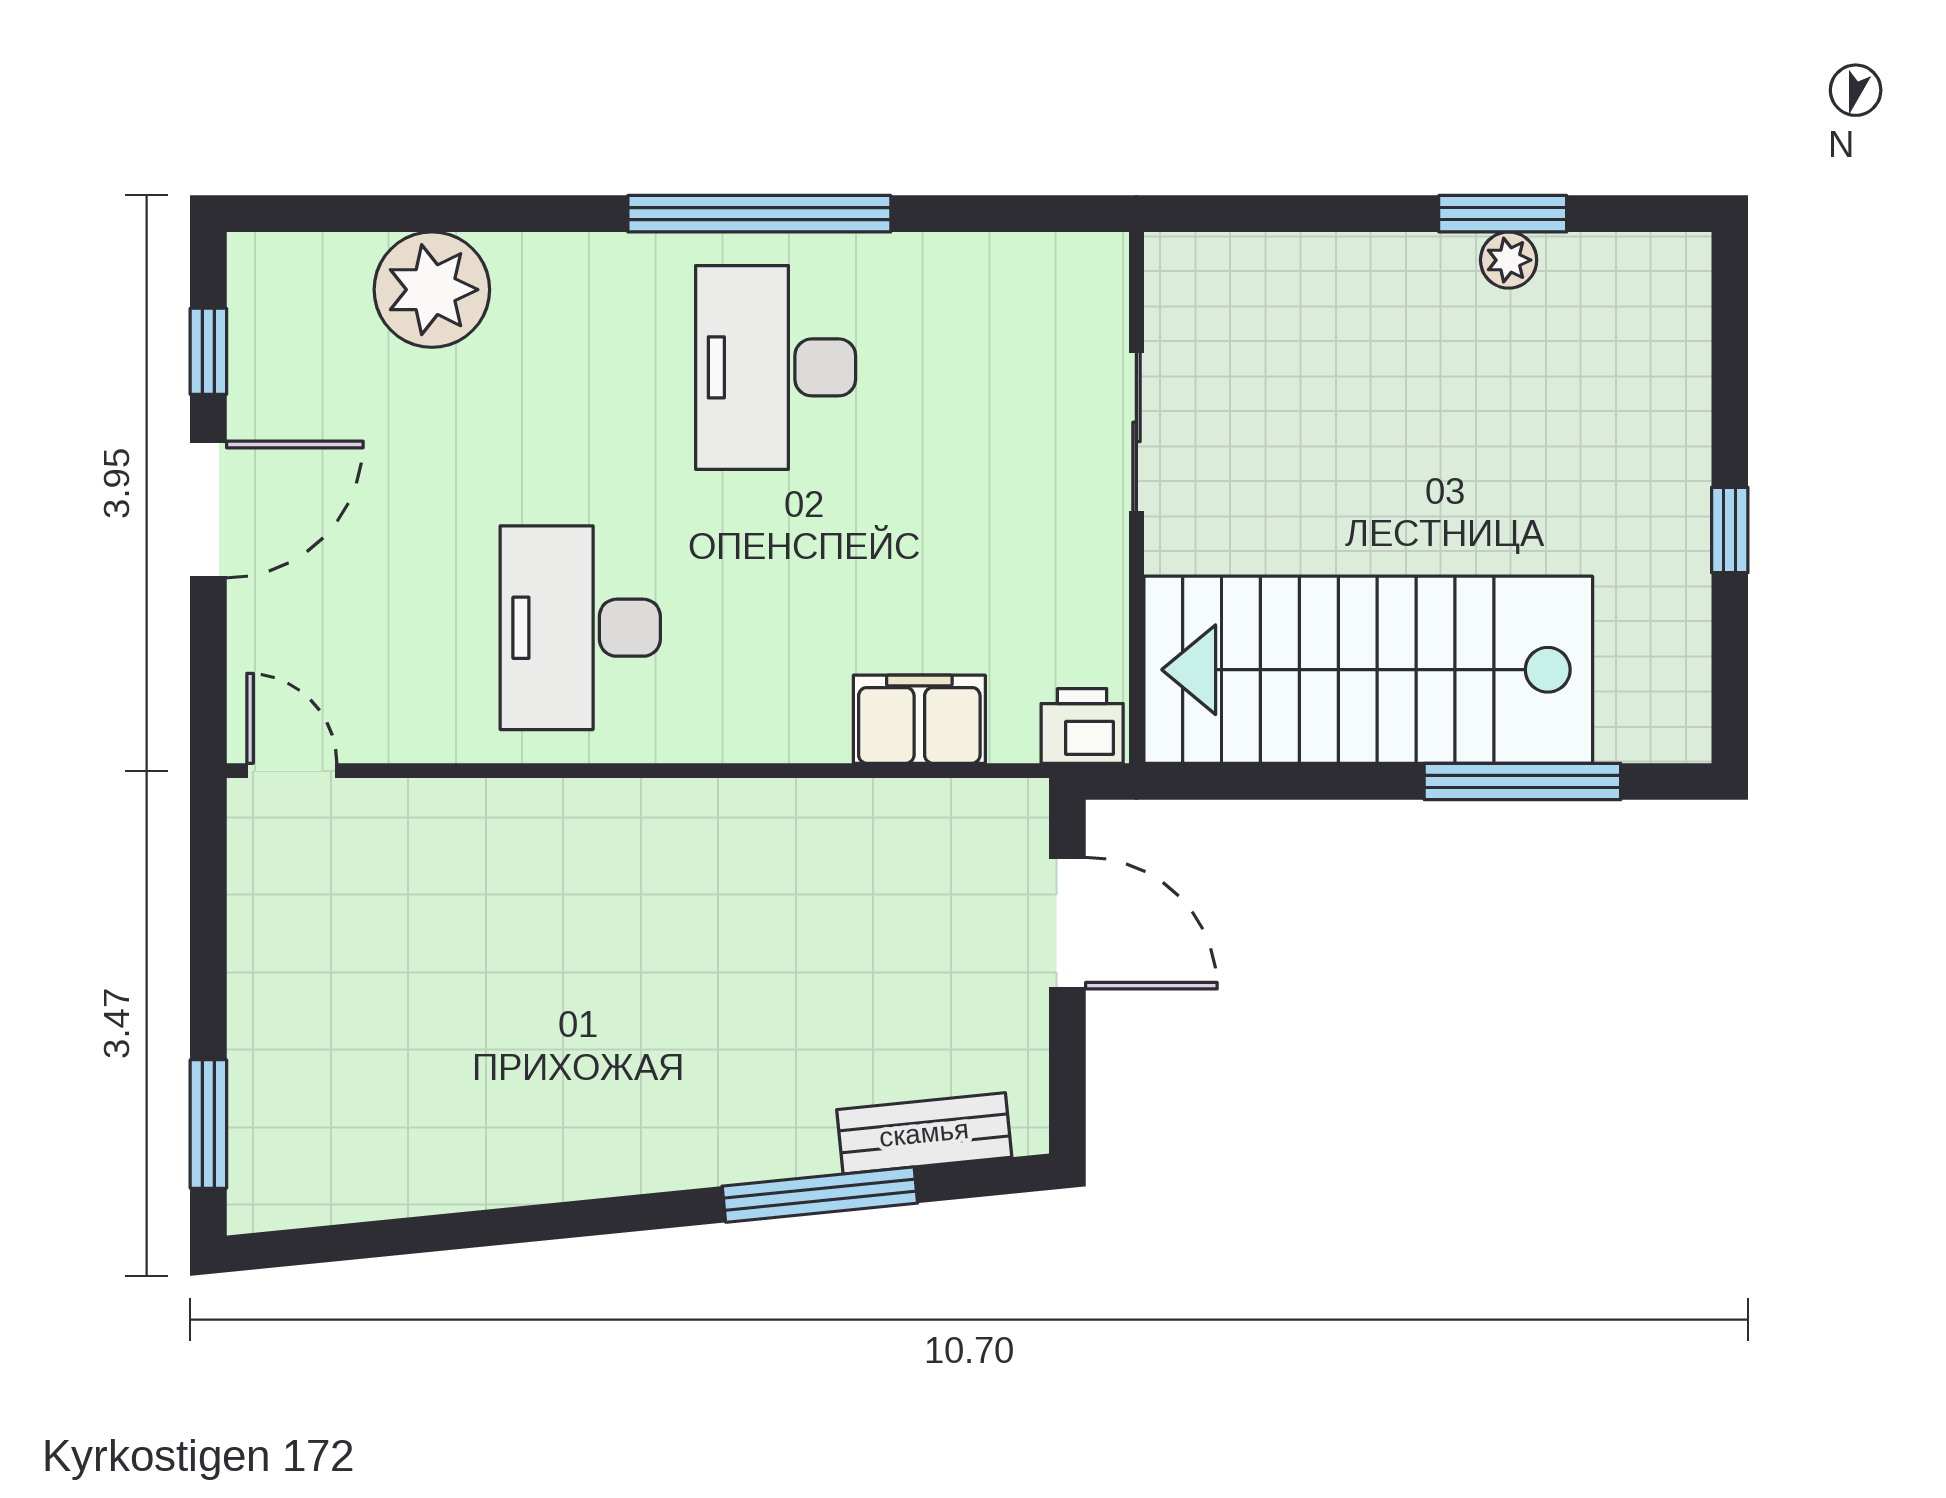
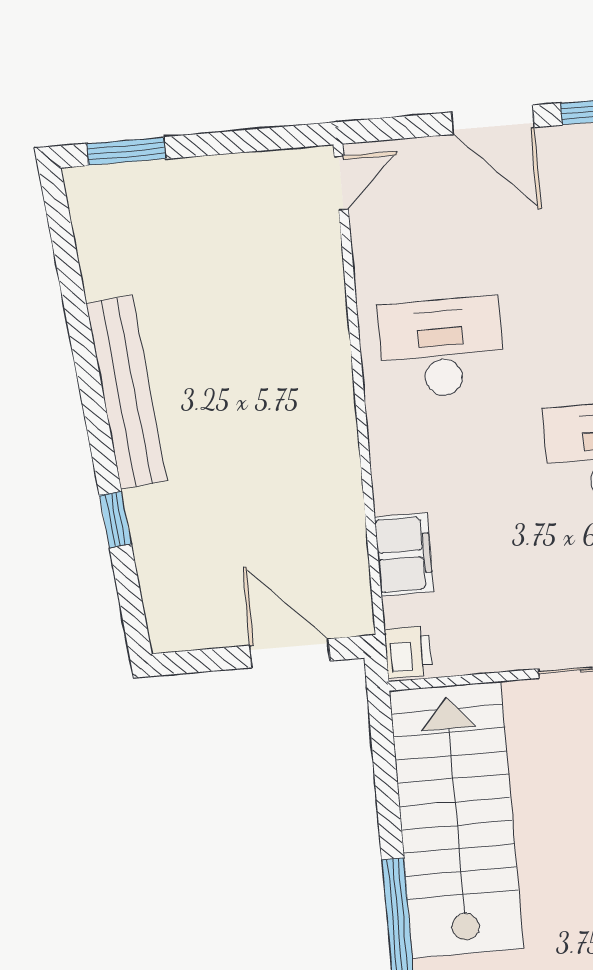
door: (1067, 923) -> (290, 653), swing flipped
bench: (924, 1133) -> (126, 392), moved, width x1.86, depth x1.21
window: (820, 1195) -> (115, 520), width x0.46

